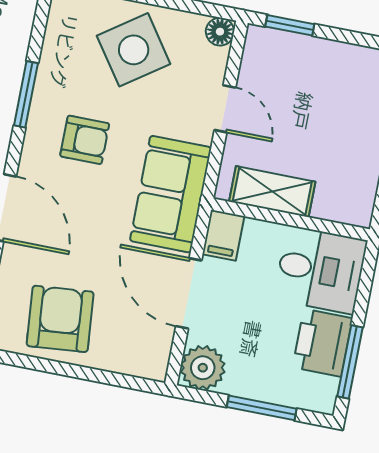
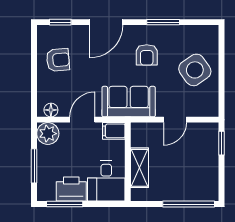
floor lamp: (220, 32) -> (51, 110), moved
shelving: (272, 192) -> (140, 168), moved
door: (189, 293) -> (82, 120), width x0.73
armchair: (60, 319) -> (58, 60), width x0.72, depth x0.72

